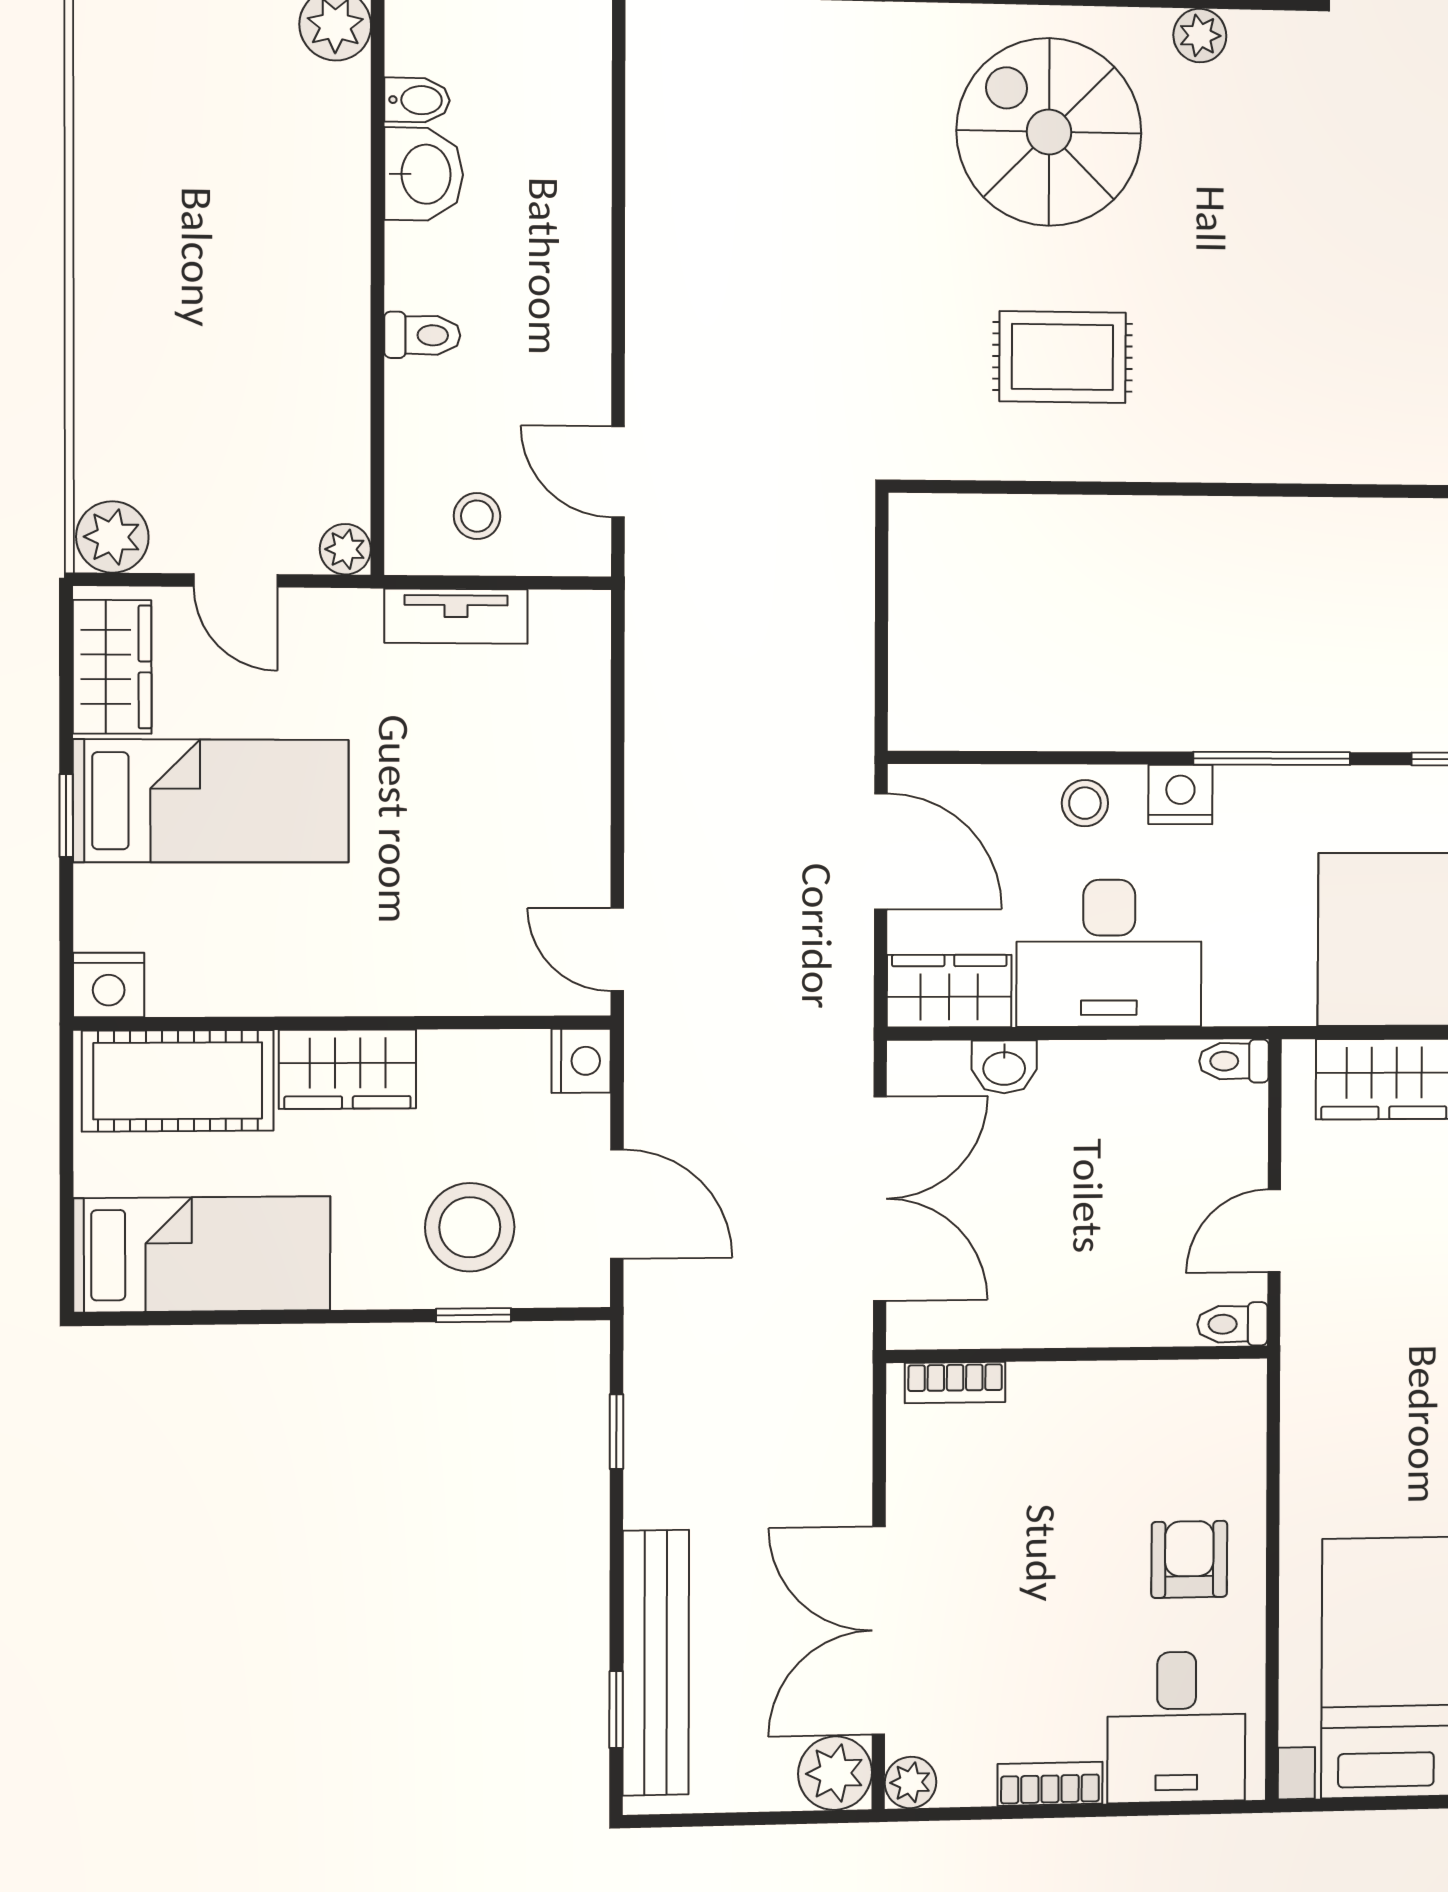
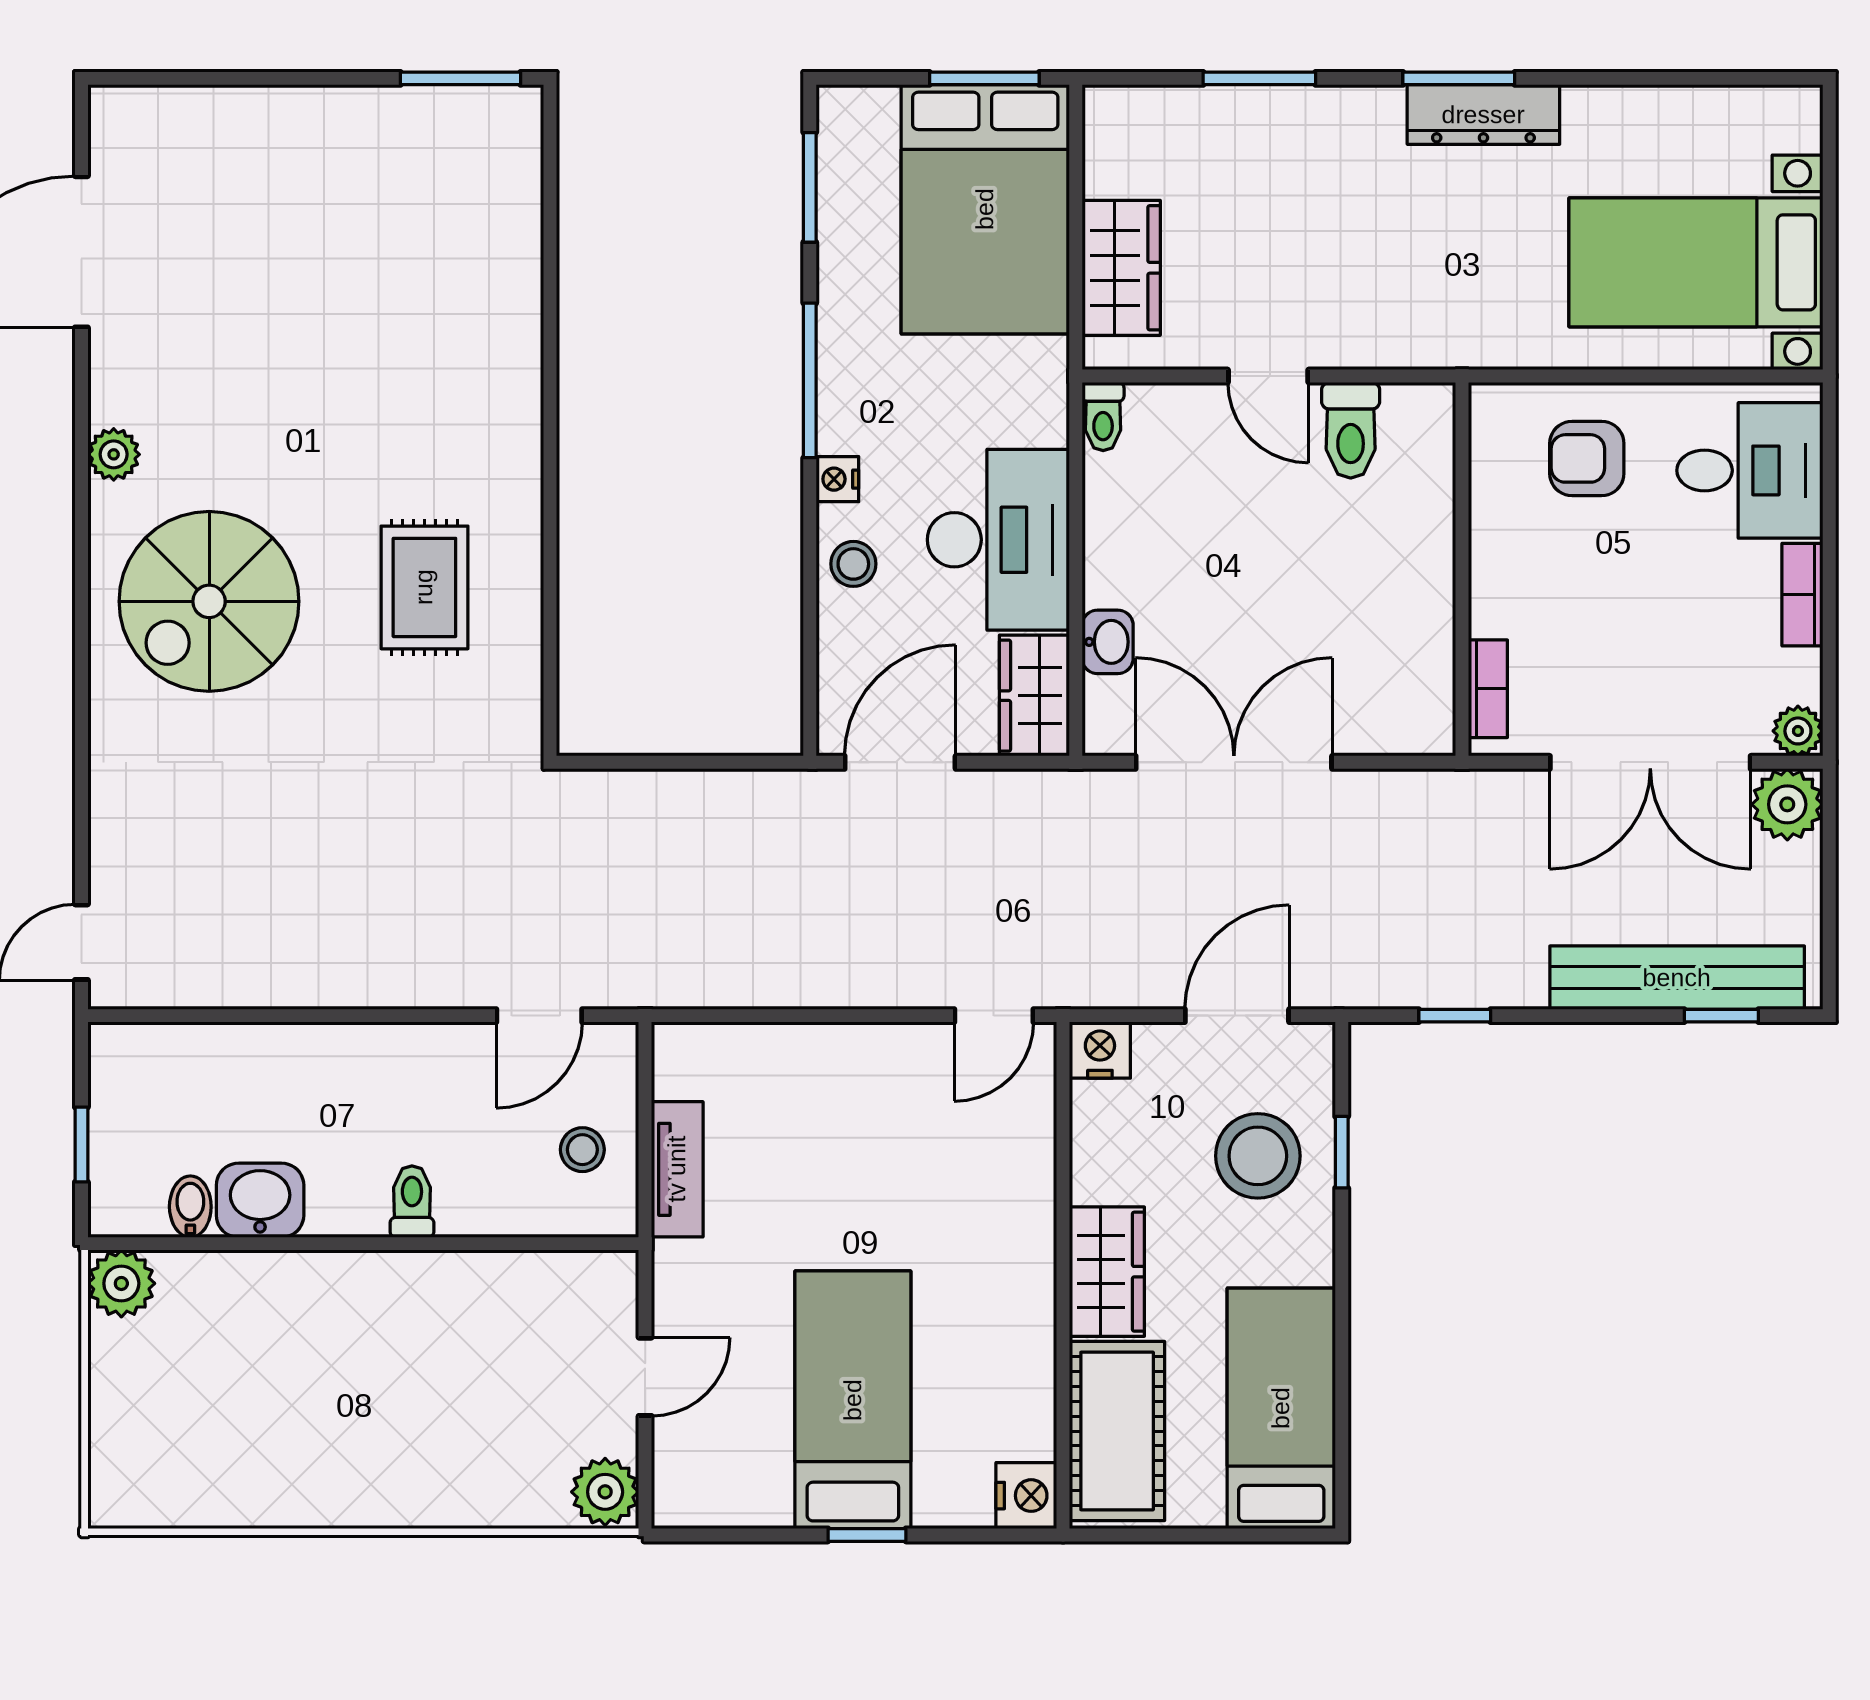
plant: (345, 549) -> (615, 1274), removed
wardrobe: (112, 667) -> (727, 1492), removed
nightstand: (1180, 794) -> (837, 479), width x0.72, depth x0.74
toilet: (1232, 1324) -> (1351, 430), width x1.37, depth x1.39
wall: (1078, 1354) -> (1462, 569), moved
bookcase: (955, 1383) -> (1488, 689), moved

